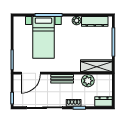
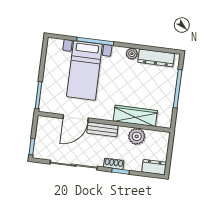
wardrobe: (96, 66) -> (135, 116), moved
door: (31, 73) -> (76, 118), moved

